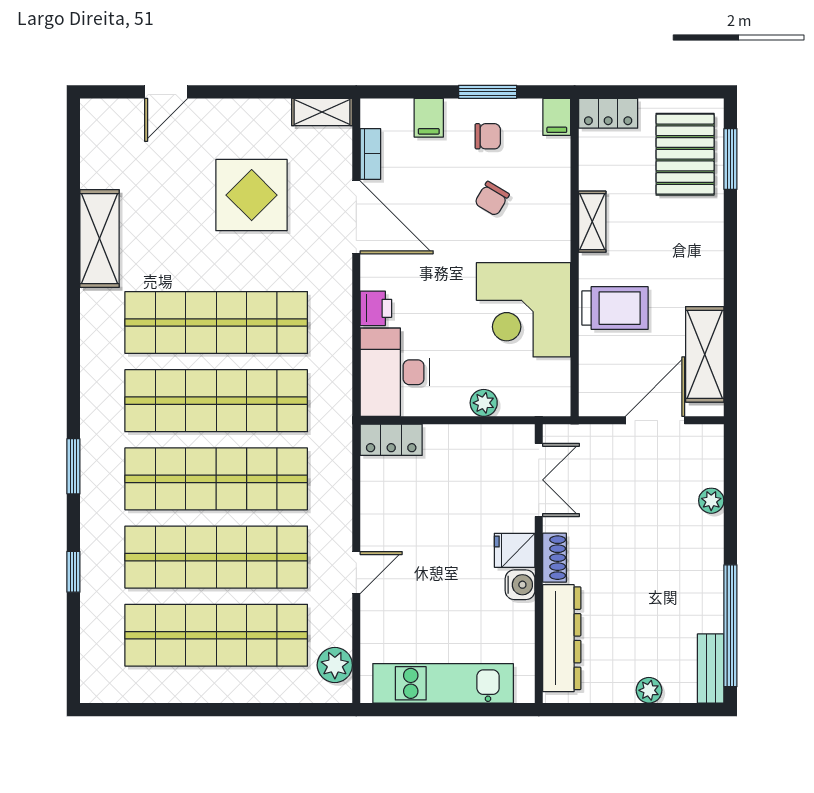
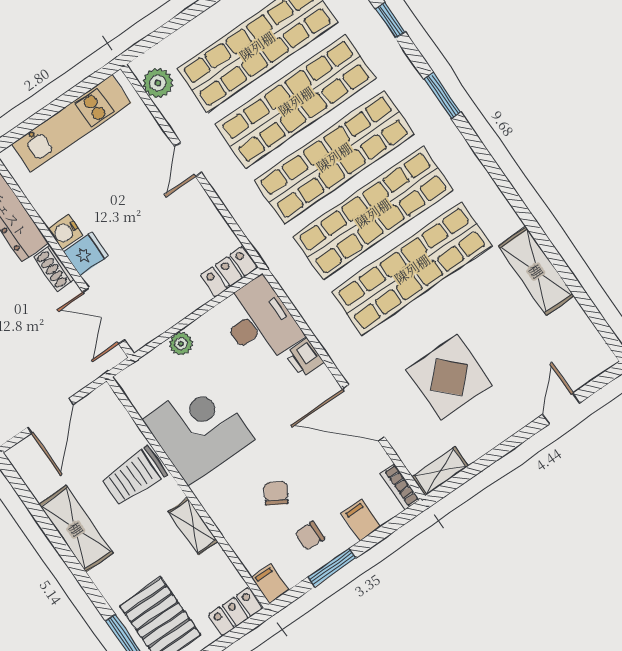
bookcase: (370, 154) -> (400, 487), moved
shelving: (705, 354) -> (76, 529), moved

